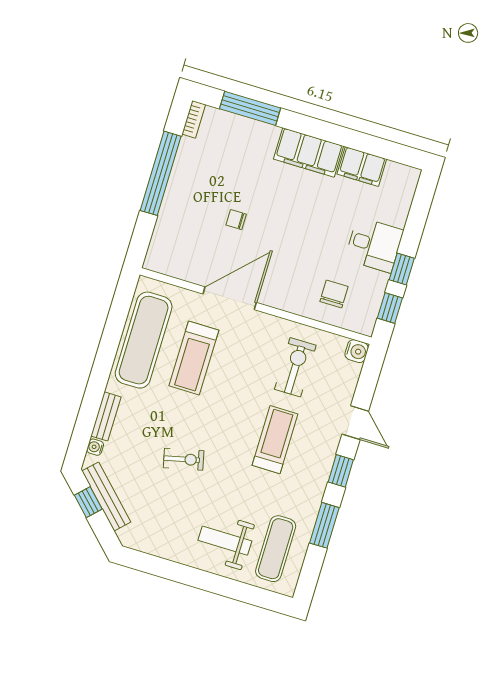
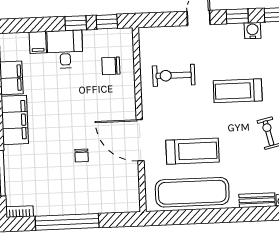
filing cabinet: (394, 214) -> (38, 42), added
water cooler: (357, 351) -> (252, 31), moved
treadmill: (275, 440) -> (238, 91), moved

